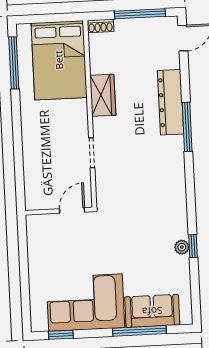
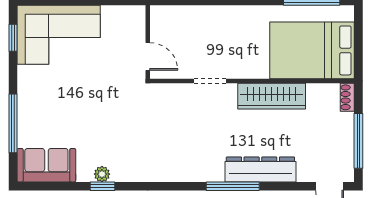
wardrobe: (103, 95) -> (272, 96), width x1.50
corner sofa: (85, 303) -> (59, 35), moved, turned 90
sofa: (152, 311) -> (46, 165), moved, turned -90

